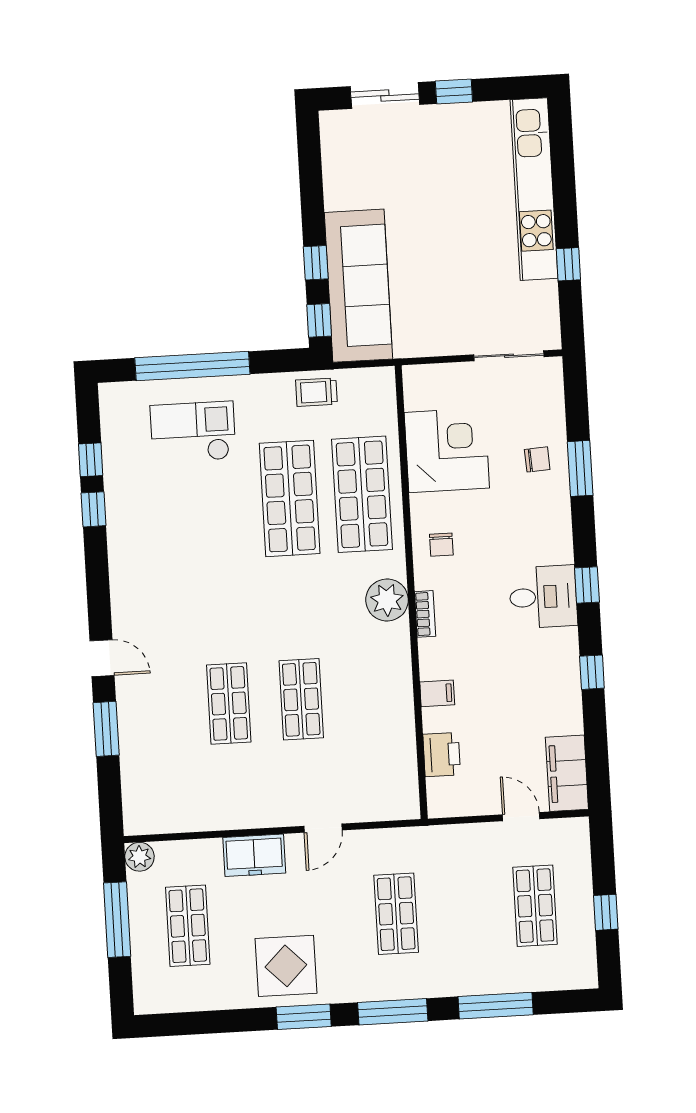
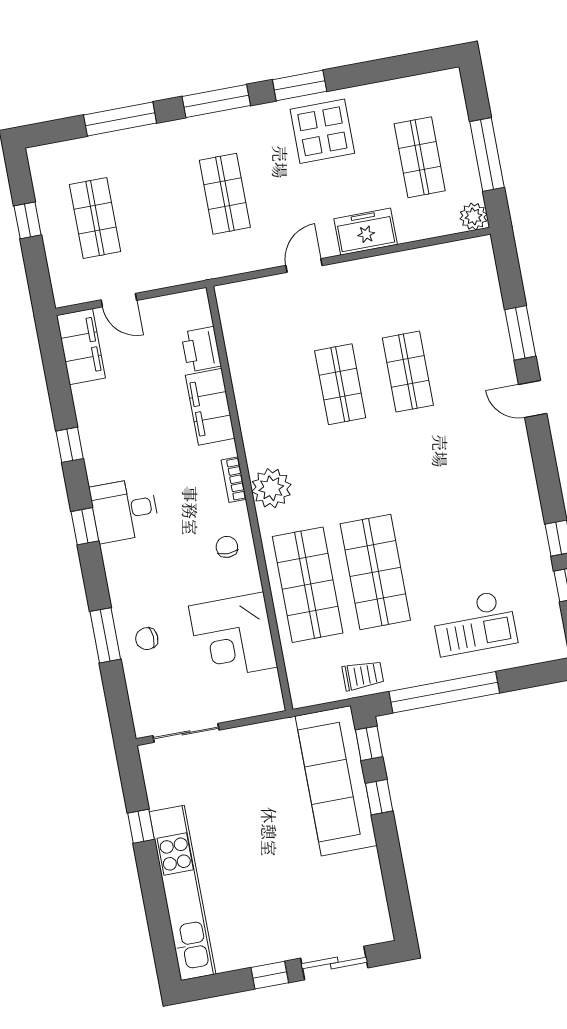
window: (192, 366) -> (444, 692), moved
filing cabinet: (437, 693) -> (210, 407), width x3.00, depth x1.17

